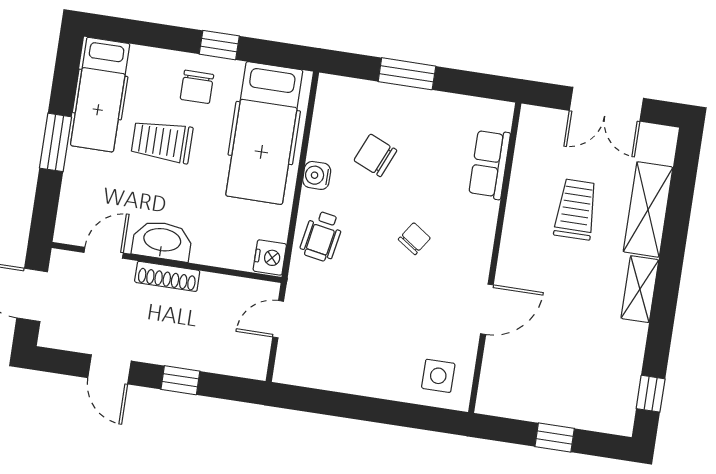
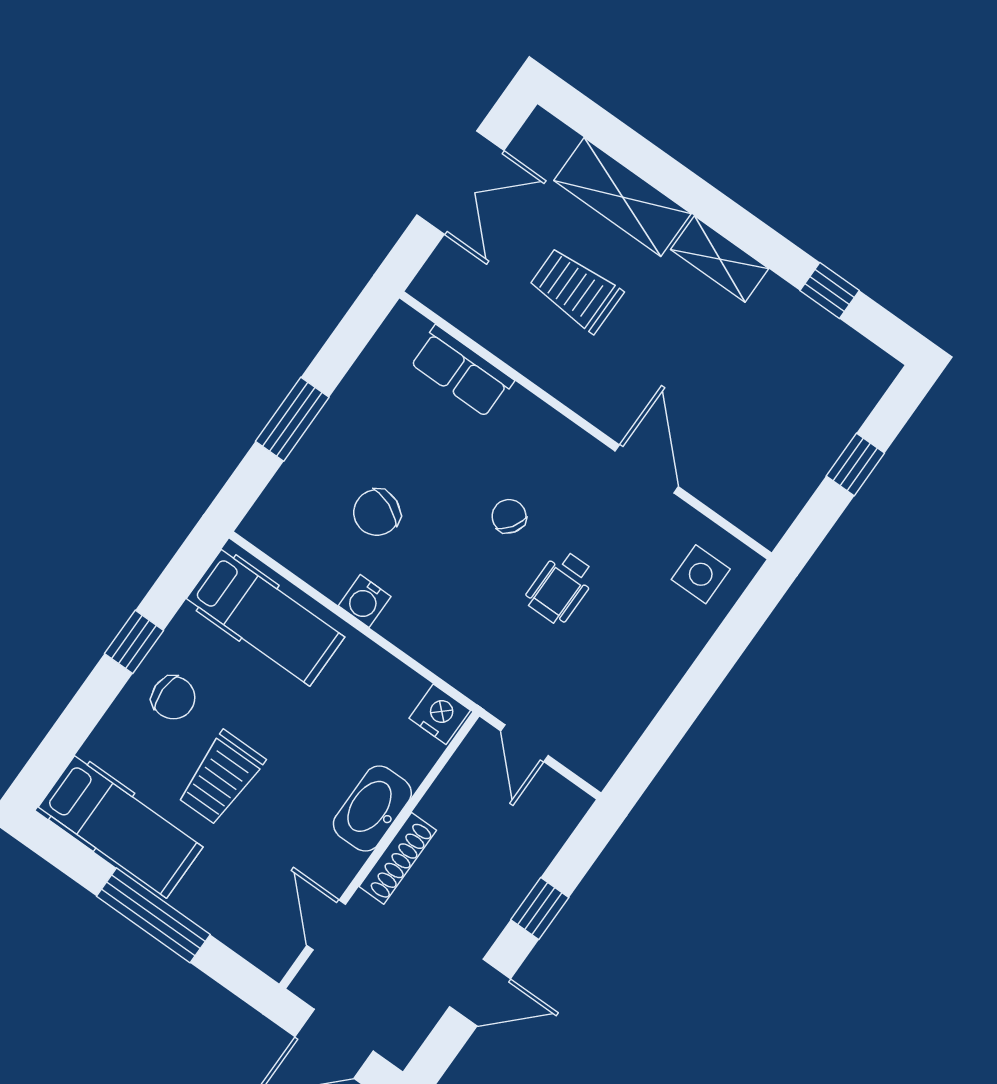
hospital bed: (264, 133) -> (265, 618), width x0.73, depth x0.78
window: (56, 142) -> (153, 915), width x1.44
wheelchair: (322, 236) -> (560, 587), moved, turned 80
washbasin: (162, 241) -> (372, 809), moved
window: (651, 394) -> (830, 291), moved

